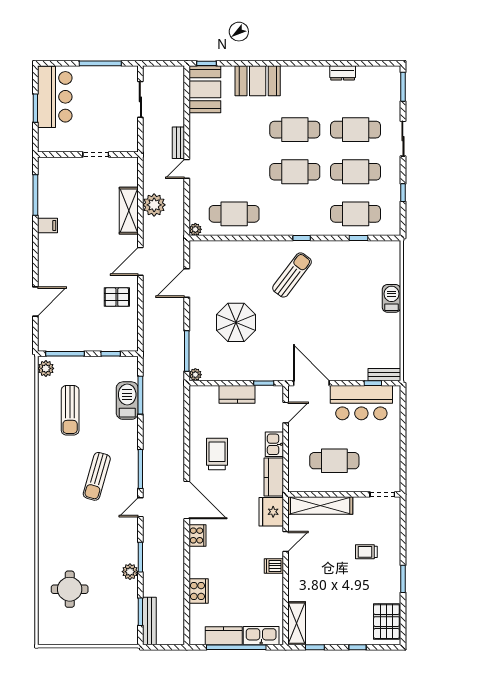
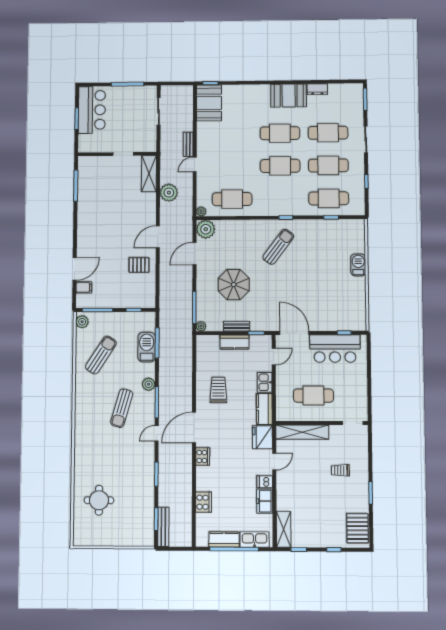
booth: (258, 81) -> (289, 96), moved
shelving: (129, 211) -> (149, 174), moved
filing cabinet: (47, 226) -> (84, 287), moved
plant: (201, 252) -> (206, 229), added
bench: (384, 375) -> (237, 326), moved
sun lounger: (70, 410) -> (101, 355), turned -147
door: (187, 500) -> (194, 428), swing flipped
plant: (130, 572) -> (149, 384), moved
freezer: (274, 589) -> (265, 501), added

